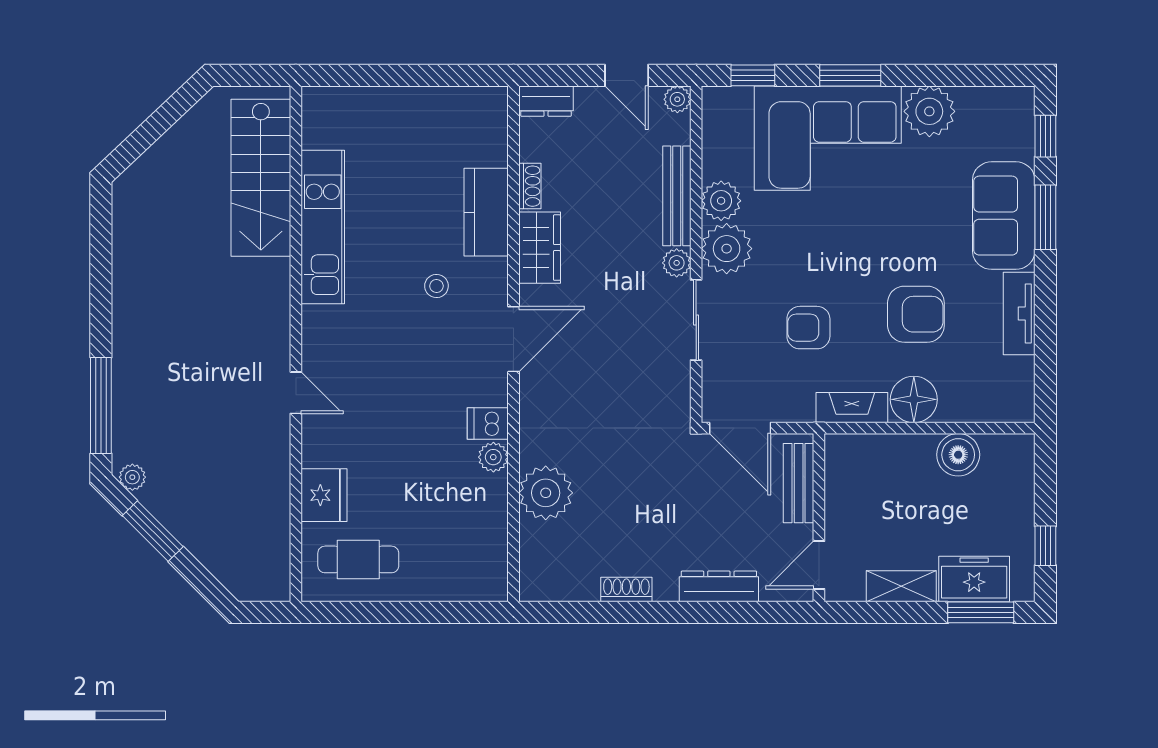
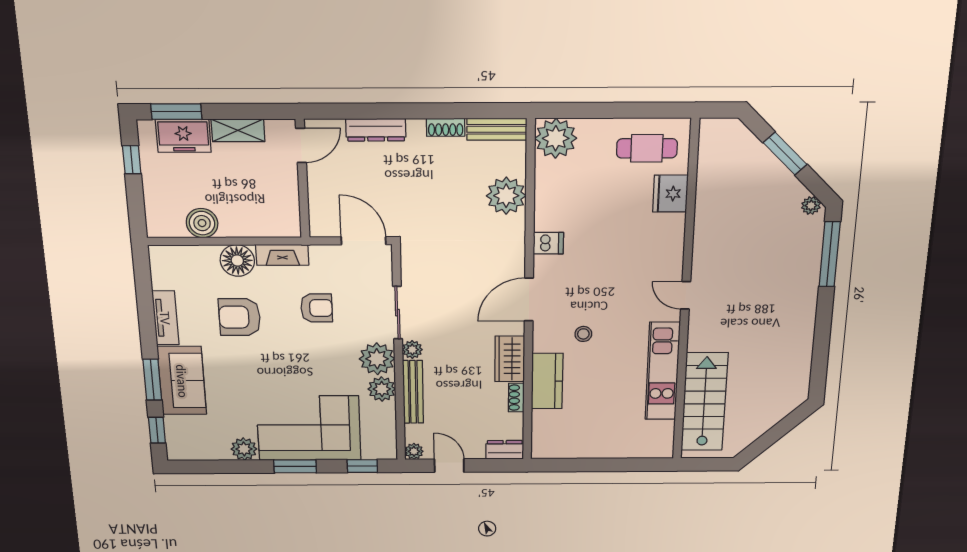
plant: (929, 111) -> (244, 449), width x0.73, depth x0.73
door: (296, 393) -> (686, 295), moved
plant: (493, 457) -> (556, 138), moved, width x1.87, depth x1.87
bench: (799, 483) -> (497, 129), moved, turned 90
window: (153, 531) -> (785, 154), moved

